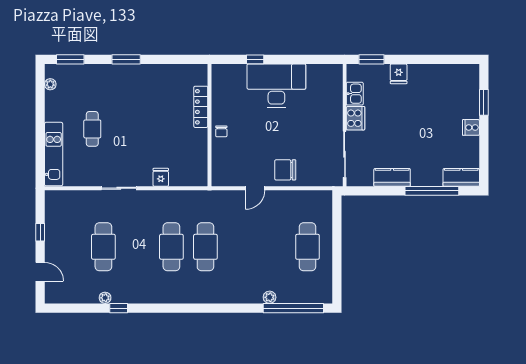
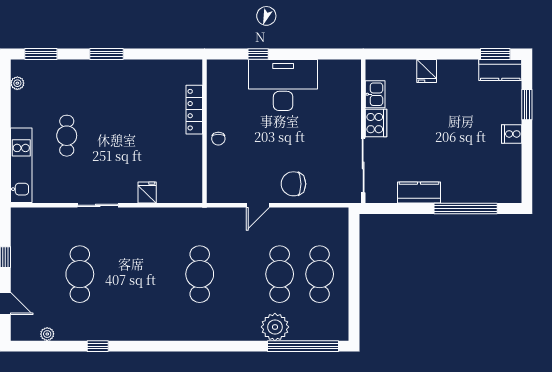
window: (372, 59) -> (495, 54), moved
kitchen counter: (461, 177) -> (500, 70), moved, turned 180
cafe table: (171, 247) -> (280, 274), moved
plant: (270, 297) -> (275, 327), width x1.87, depth x1.87
plant: (105, 298) -> (47, 334), moved

